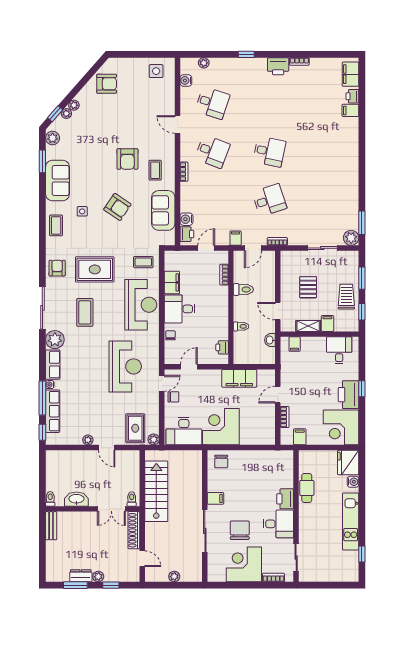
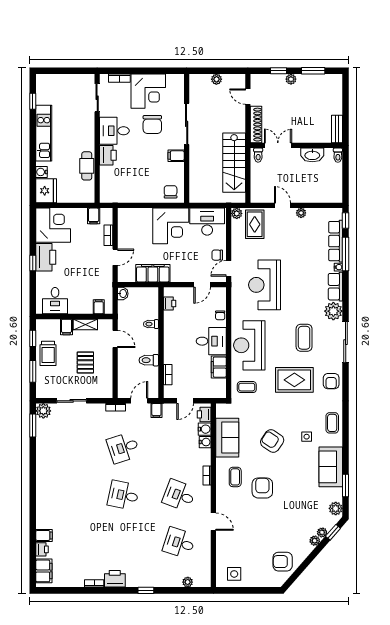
water cooler: (186, 80) -> (205, 442), moved
washbasin: (270, 340) -> (123, 294), moved
dresser: (81, 576) -> (308, 80), removed

